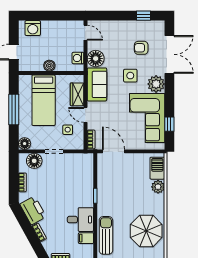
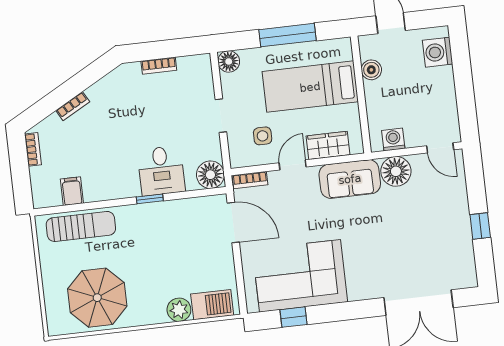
window: (144, 16) -> (480, 226), moved
door: (86, 33) -> (440, 148), hinge flipped
armchair: (141, 48) -> (425, 251), removed
boiler: (49, 66) -> (371, 70), moved
side table: (130, 76) -> (373, 237), removed
plant: (156, 84) -> (363, 285), removed
door: (113, 151) -> (233, 223), hinge flipped
floor lamp: (34, 161) -> (210, 175), moved
printer: (33, 210) -> (111, 90), removed
desk: (80, 220) -> (161, 171), moved

